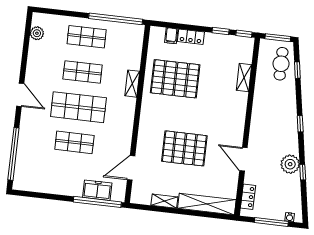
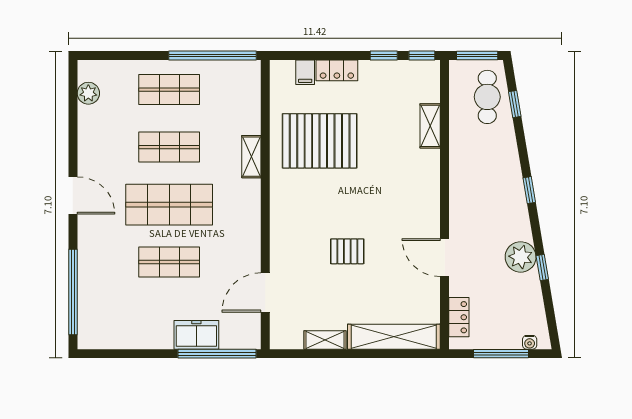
pallet: (184, 148) -> (347, 251), width x0.49, depth x0.50
freezer: (97, 190) -> (196, 335), moved

